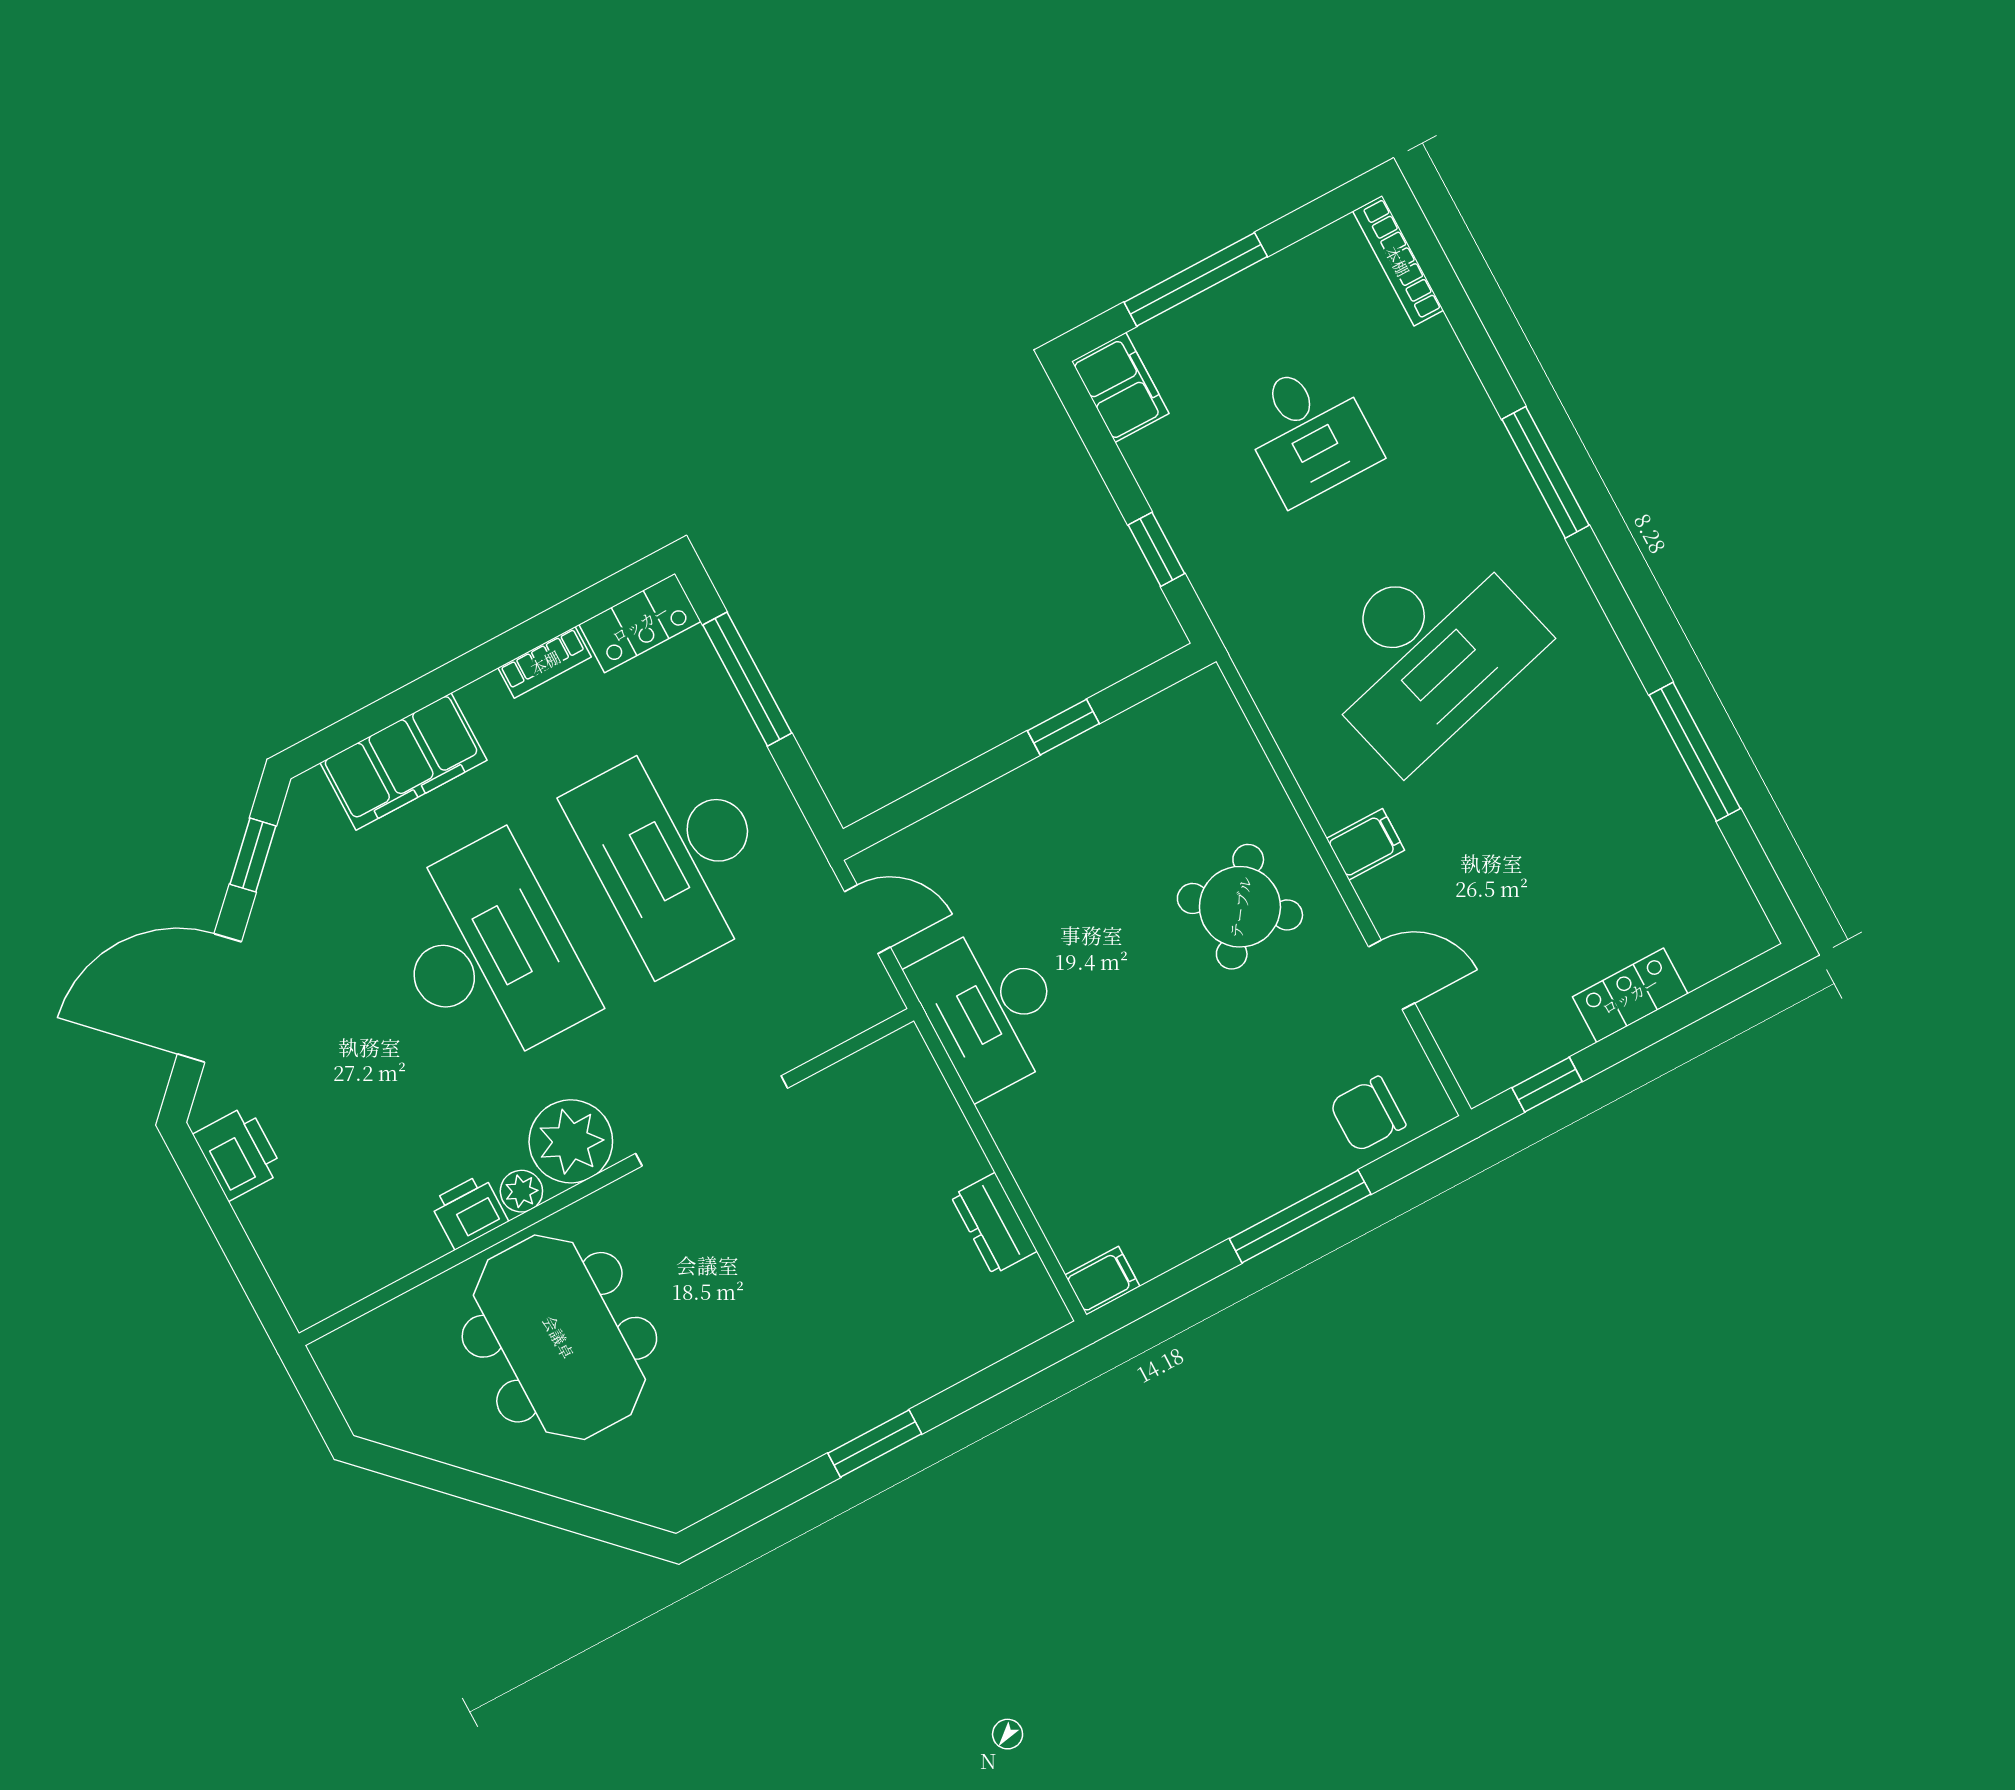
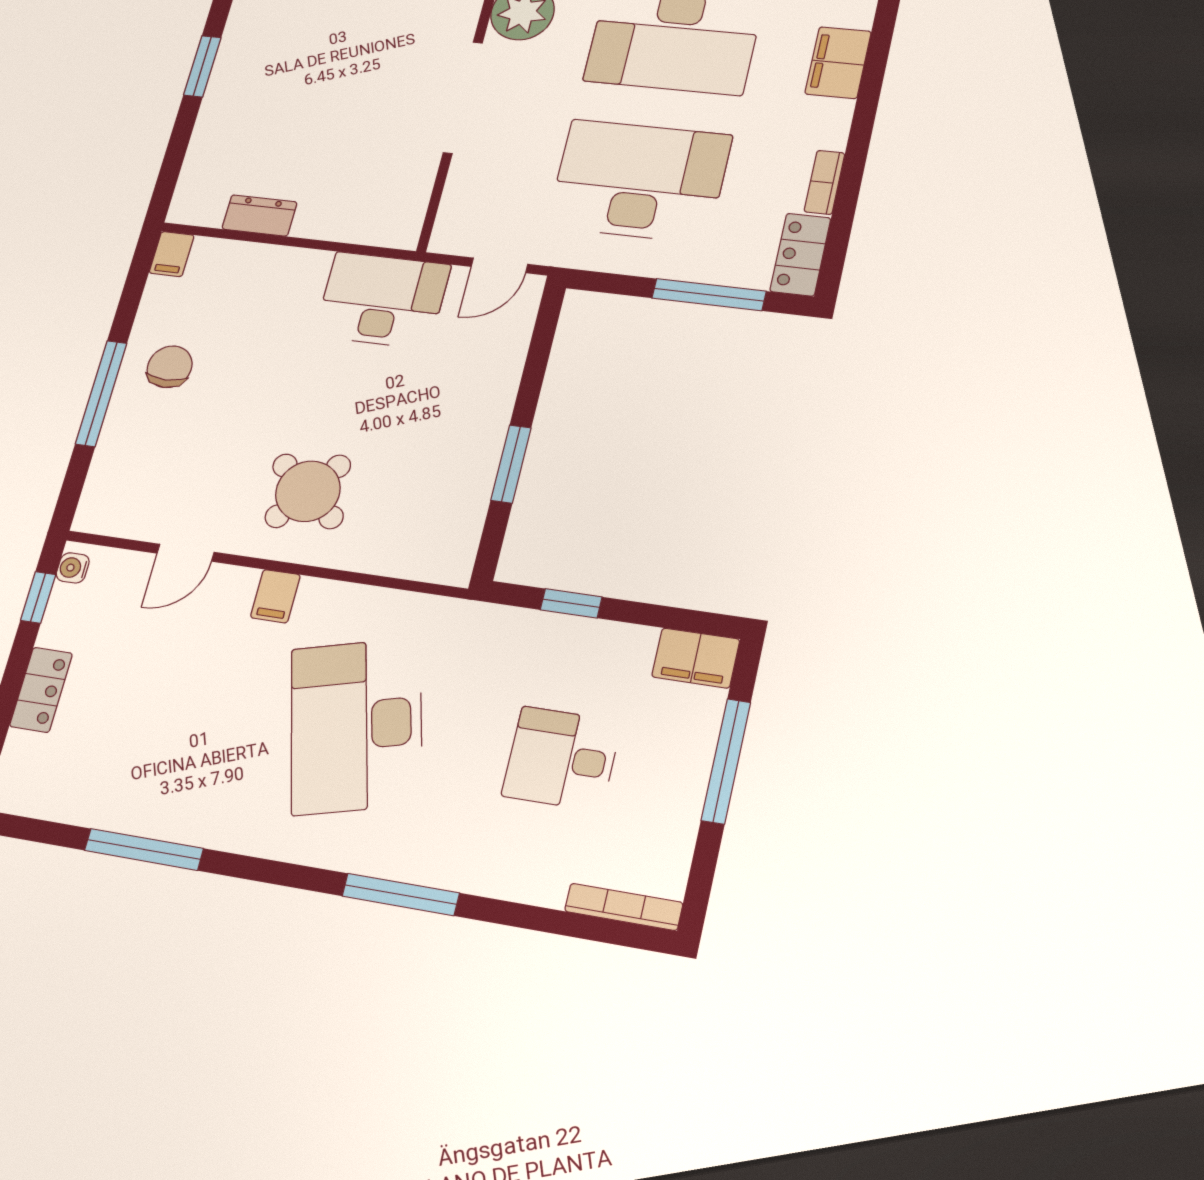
window: (1063, 727) -> (511, 464), width x1.50
filing cabinet: (404, 761) -> (838, 63), width x0.67, depth x0.86
water cooler: (1492, 1077) -> (73, 568), added
chair: (1368, 1114) -> (170, 367), moved

